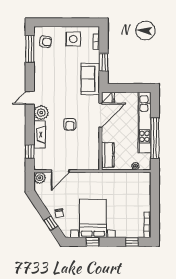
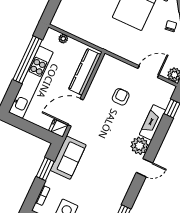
armchair: (70, 124) -> (121, 97), moved
kitchen counter: (108, 155) -> (85, 72), width x1.50

